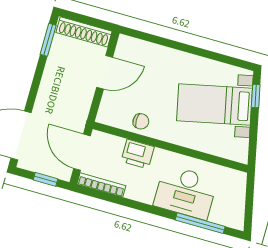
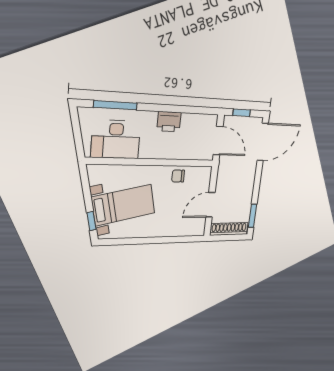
printer: (138, 154) -> (169, 122), moved, turned 180
bookcase: (101, 185) -> (200, 119), removed
desk: (186, 192) -> (116, 139), moved, turned 180

